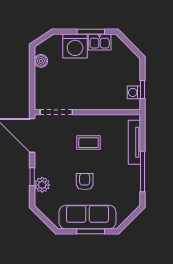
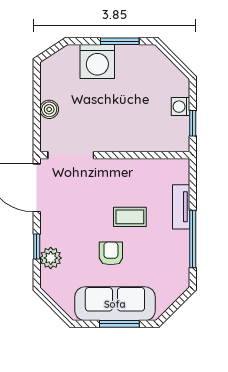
kitchen sink: (100, 42) -> (132, 56), removed
boiler: (41, 61) -> (49, 109), moved
washing machine: (134, 92) -> (180, 107), moved
tv unit: (134, 142) -> (181, 207), width x0.71
coffee table: (88, 143) -> (130, 217), moved

